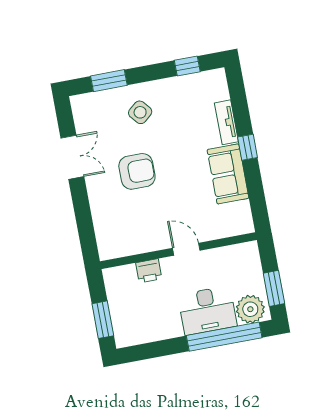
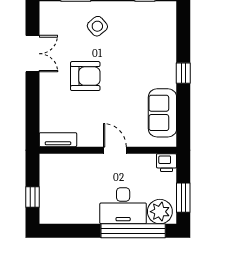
tv unit: (226, 122) -> (58, 140), moved, turned 90
sofa: (228, 174) -> (162, 113), moved
printer: (149, 271) -> (167, 163), moved
window: (103, 320) -> (32, 197), width x0.67

